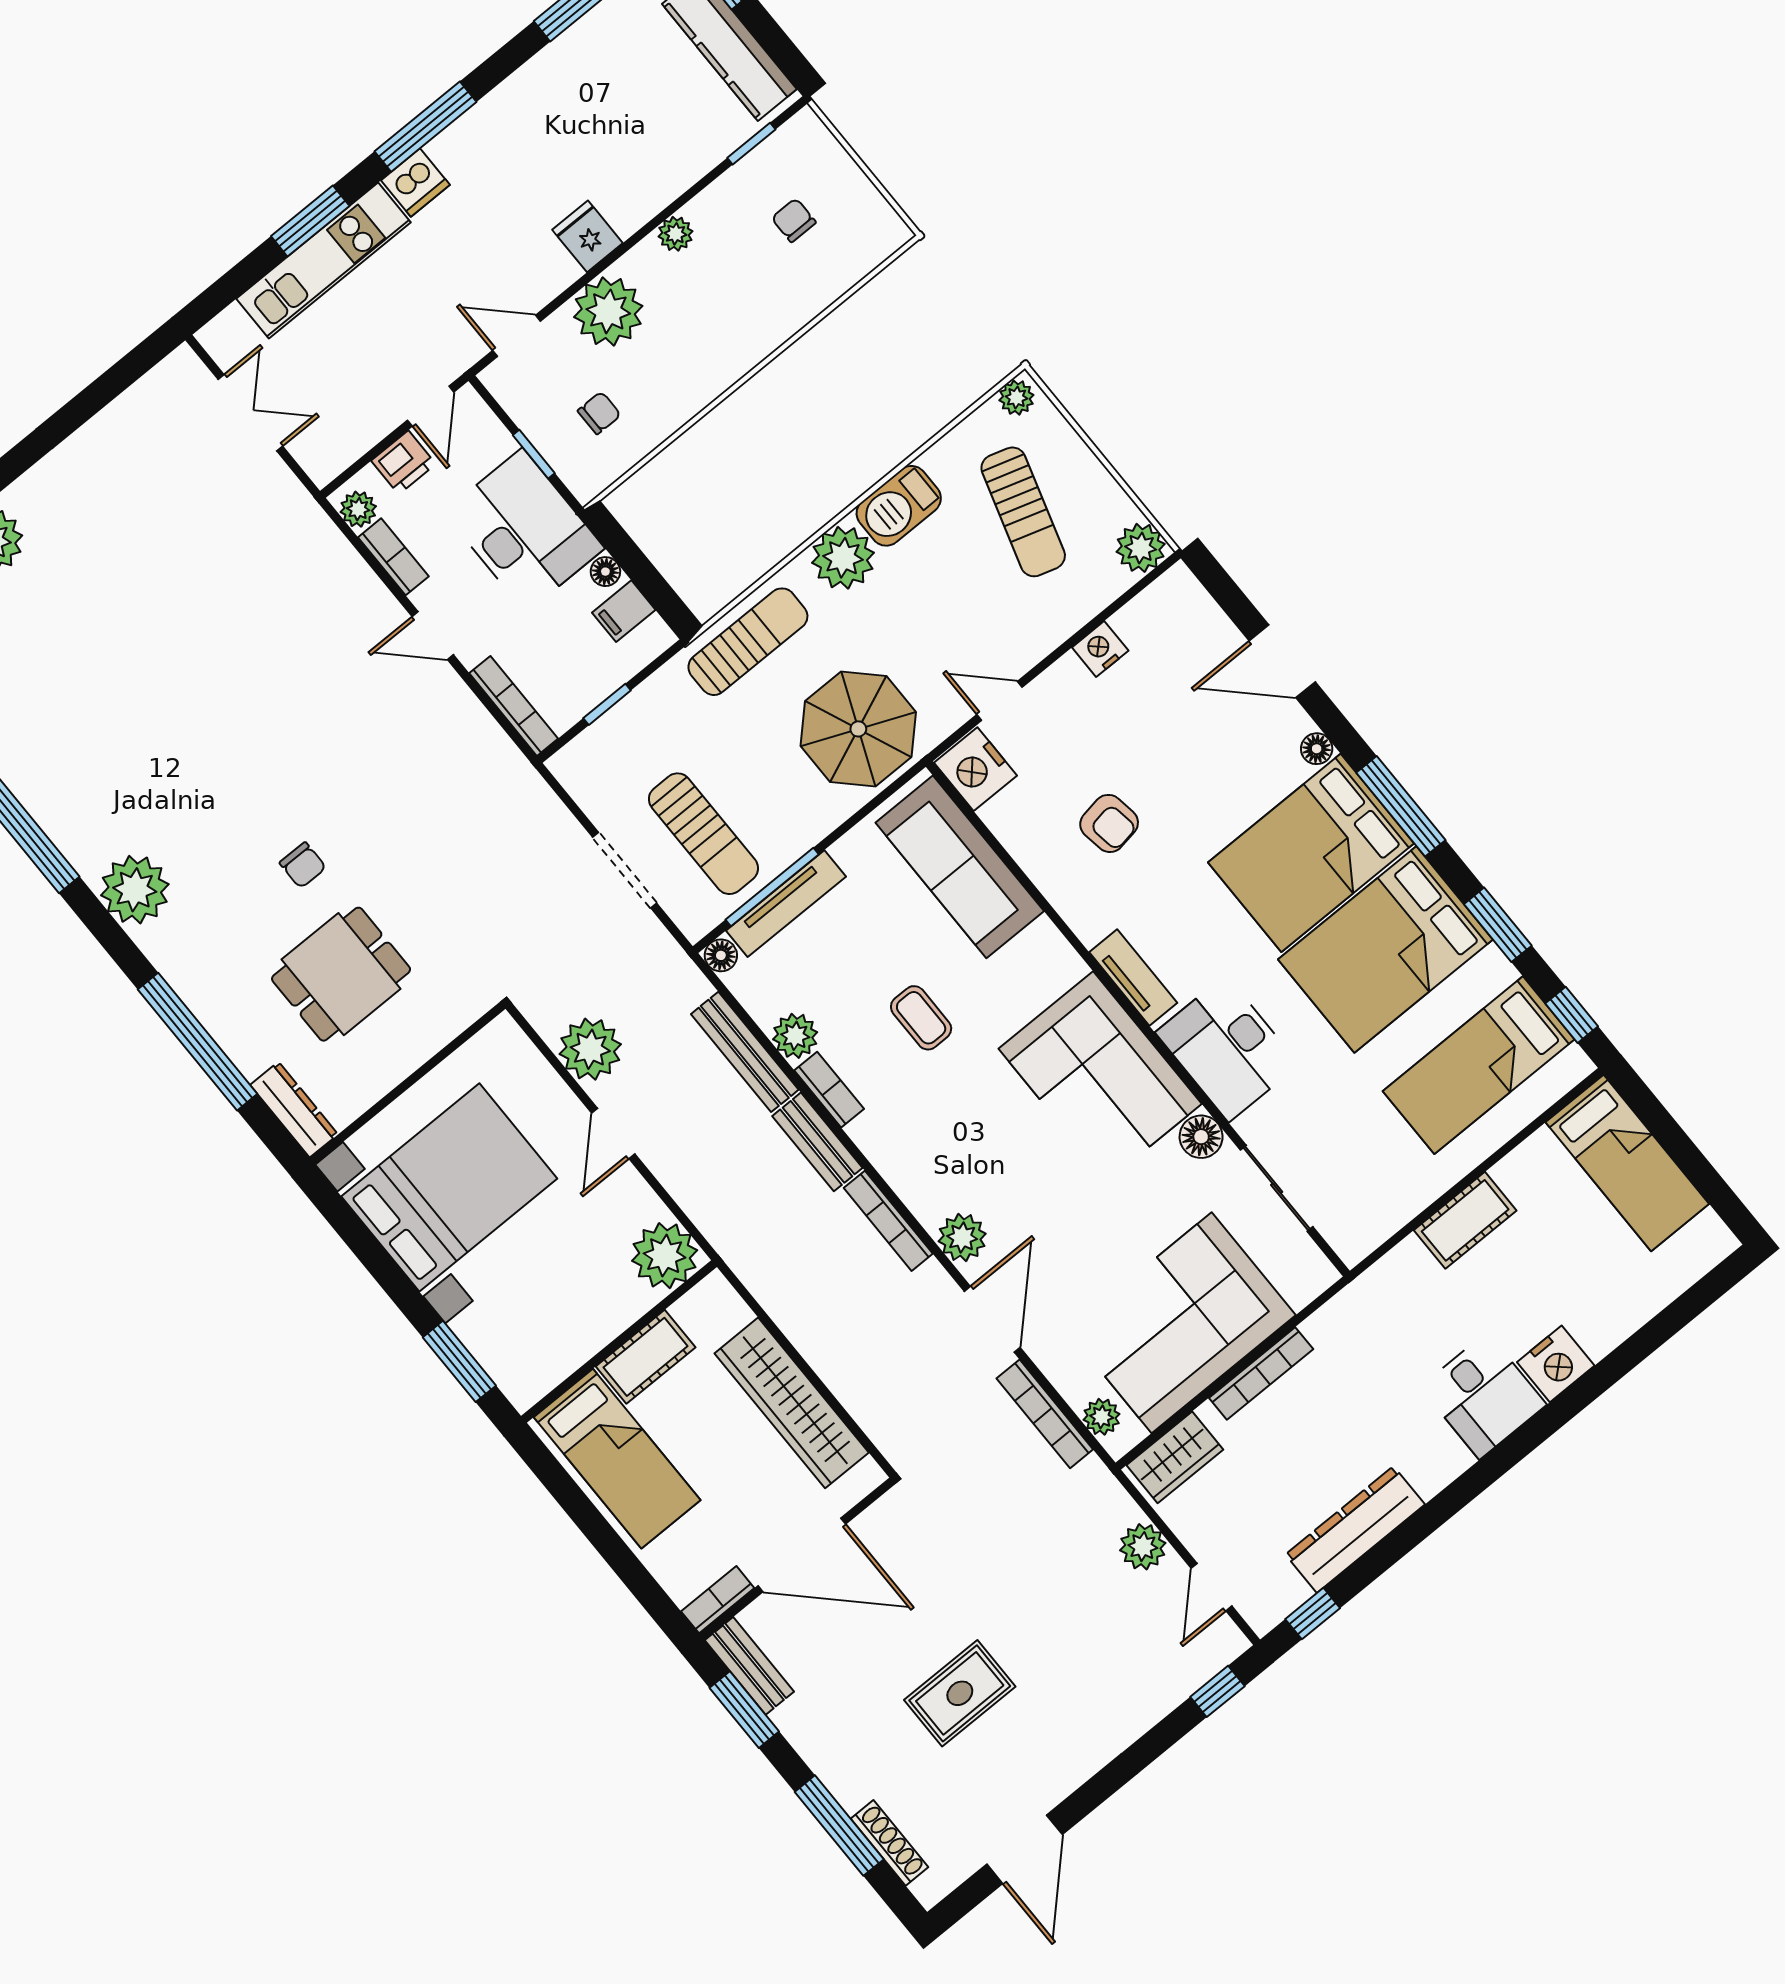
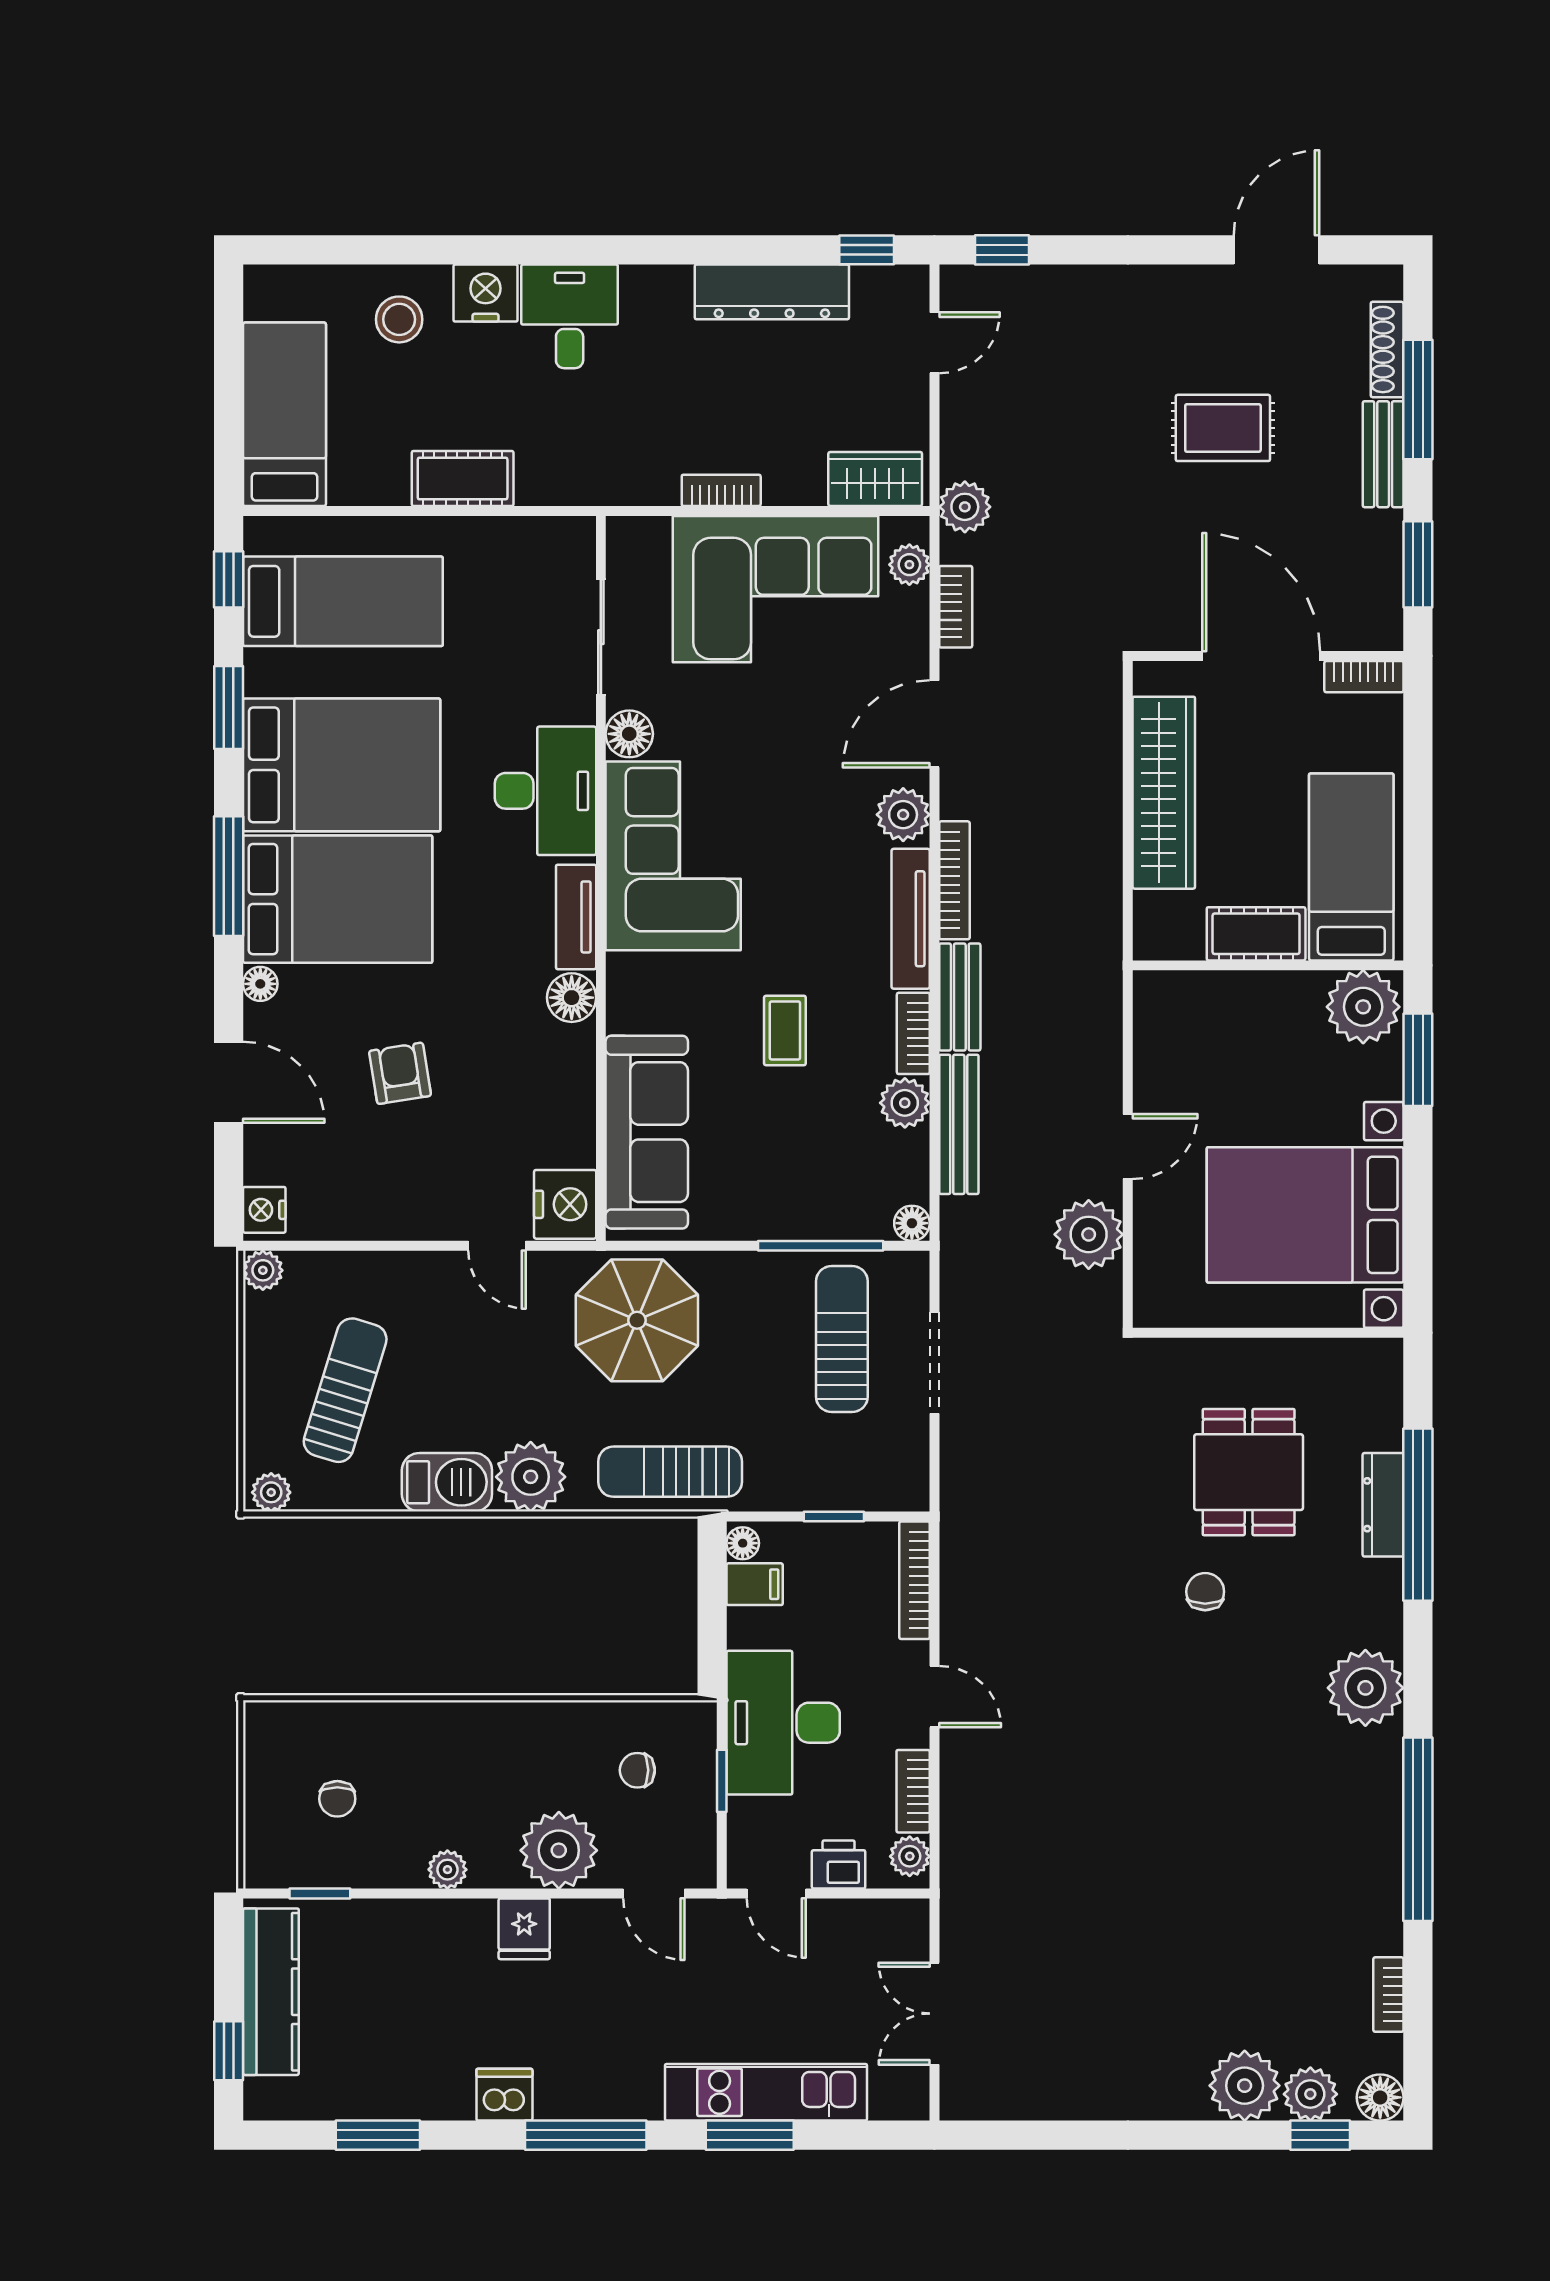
dishwasher: (415, 183) -> (504, 2095), moved
door: (431, 406) -> (776, 1894), swing flipped
plant: (1141, 548) -> (263, 1270), width x0.73, depth x0.73
floor lamp: (605, 572) -> (743, 1543), moved
nightstand: (1100, 649) -> (264, 1210), moved, turned 90
armchair: (1109, 823) -> (400, 1073), moved
tv unit: (786, 904) -> (911, 919), moved, turned -90
floor lamp: (1090, 918) -> (572, 998), added
dining table: (341, 974) -> (1249, 1472), turned 90
dresser: (294, 1110) -> (1383, 1505), moved
plant: (665, 1256) -> (1363, 1007), moved
stool: (1601, 1296) -> (399, 319), added
bookcase: (1261, 1373) -> (721, 490), width x0.64
bookcase: (1045, 1414) -> (956, 607), width x0.64
plant: (1143, 1547) -> (965, 507), moved
bench: (749, 1666) -> (1383, 454), moved

